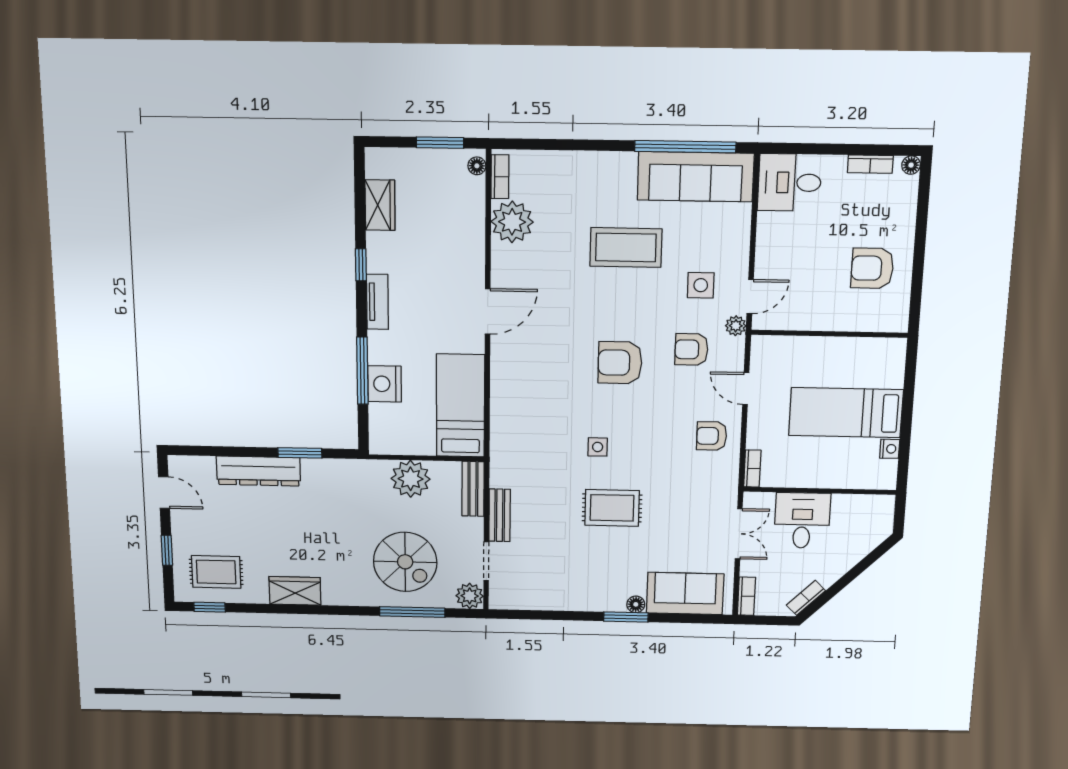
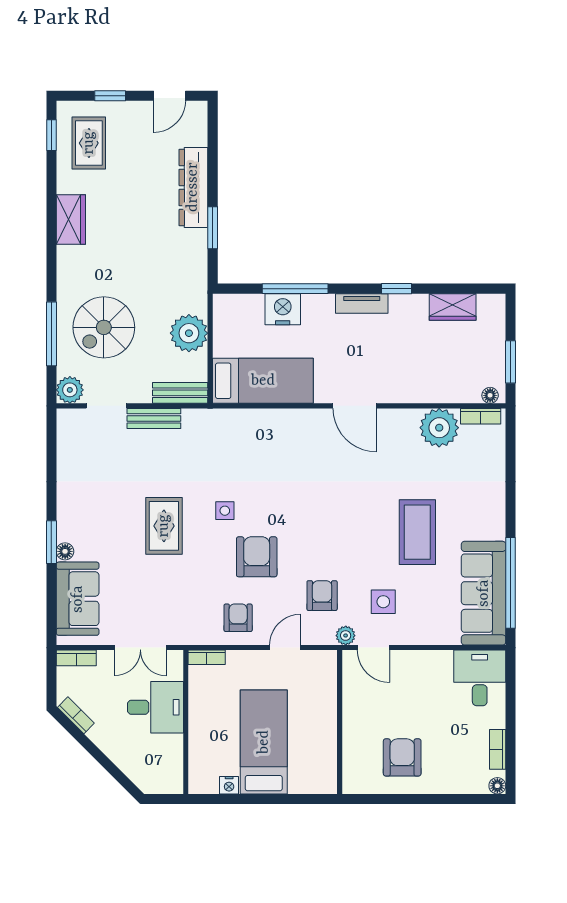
armchair: (620, 363) -> (257, 557), moved

